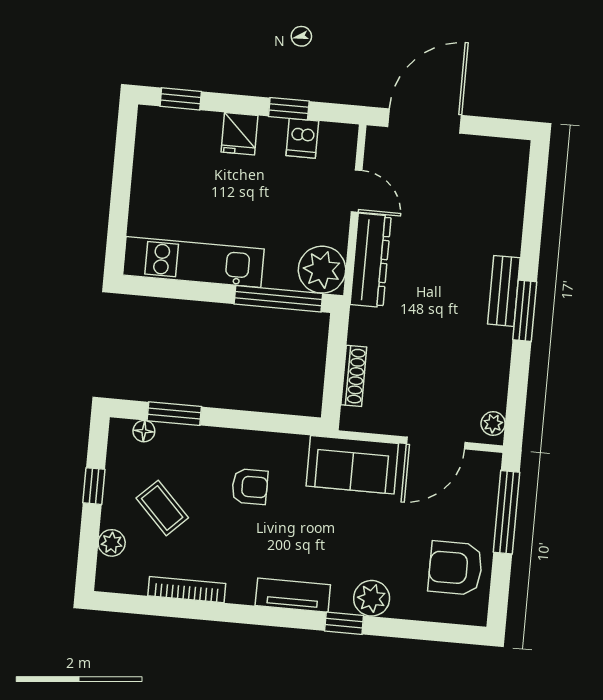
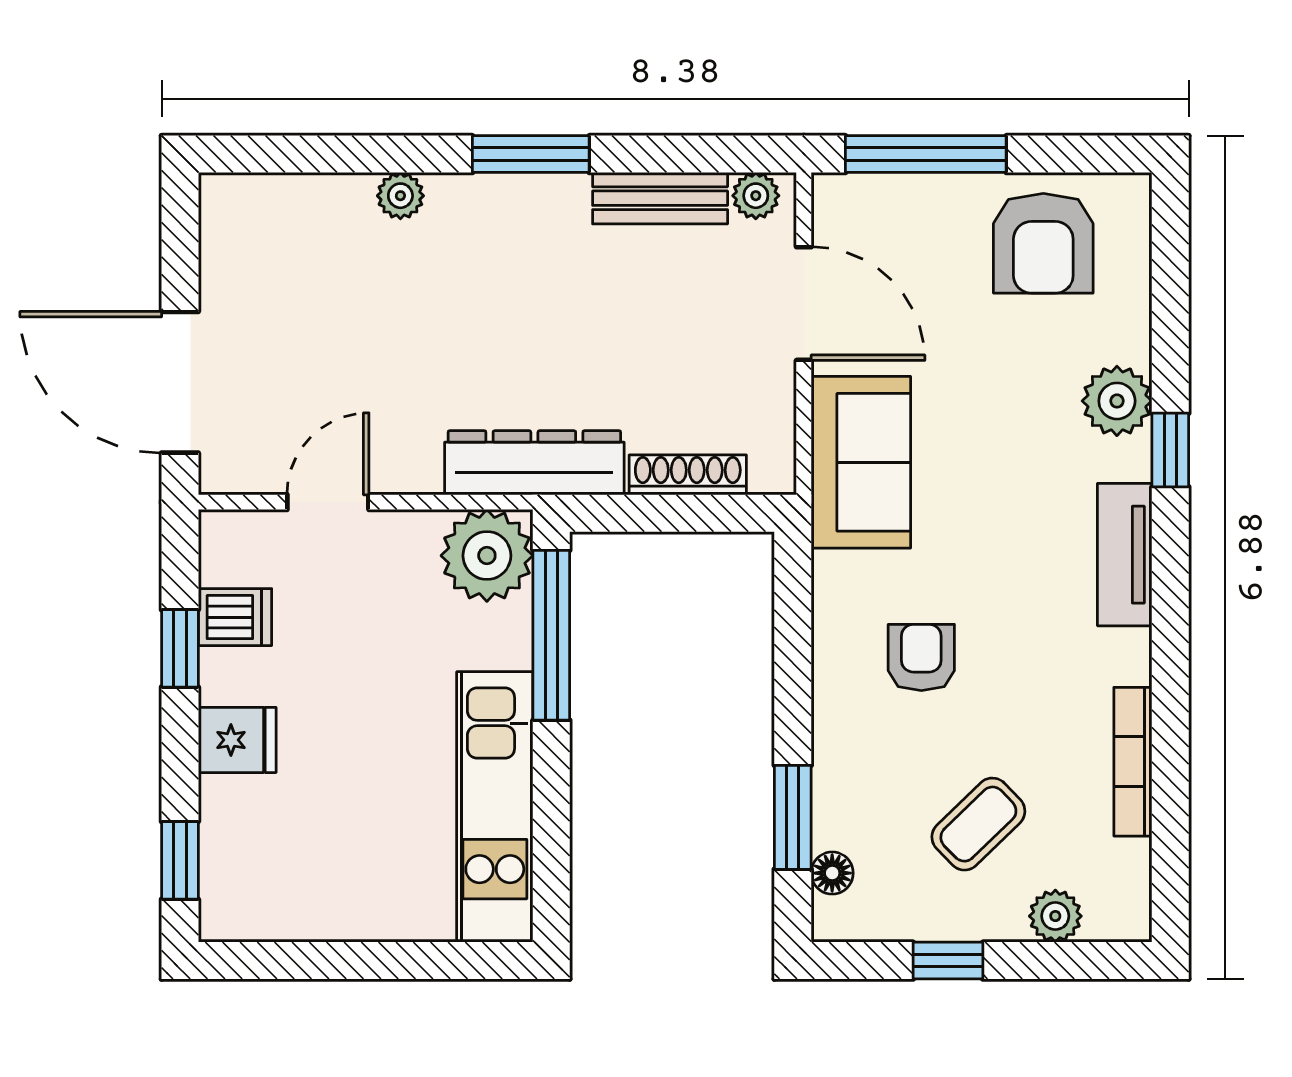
plant: (510, 242) -> (400, 196), added
dresser: (371, 260) -> (534, 463), moved
bench: (504, 291) -> (660, 198), moved

